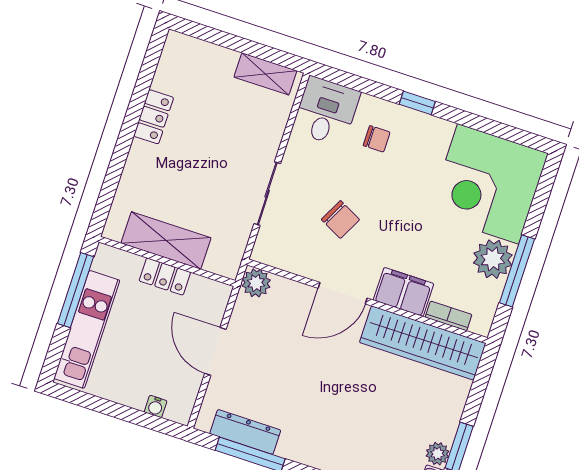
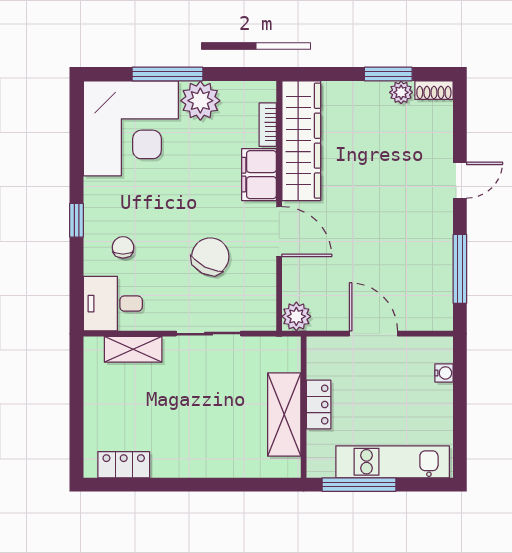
shelving: (265, 74) -> (133, 349), moved, turned 90
locker: (154, 117) -> (124, 465), moved
chair: (340, 220) -> (210, 257), width x1.37, depth x1.37
window: (517, 271) -> (167, 74), moved
door: (215, 351) -> (373, 334), swing flipped
dresser: (245, 432) -> (440, 280), removed

